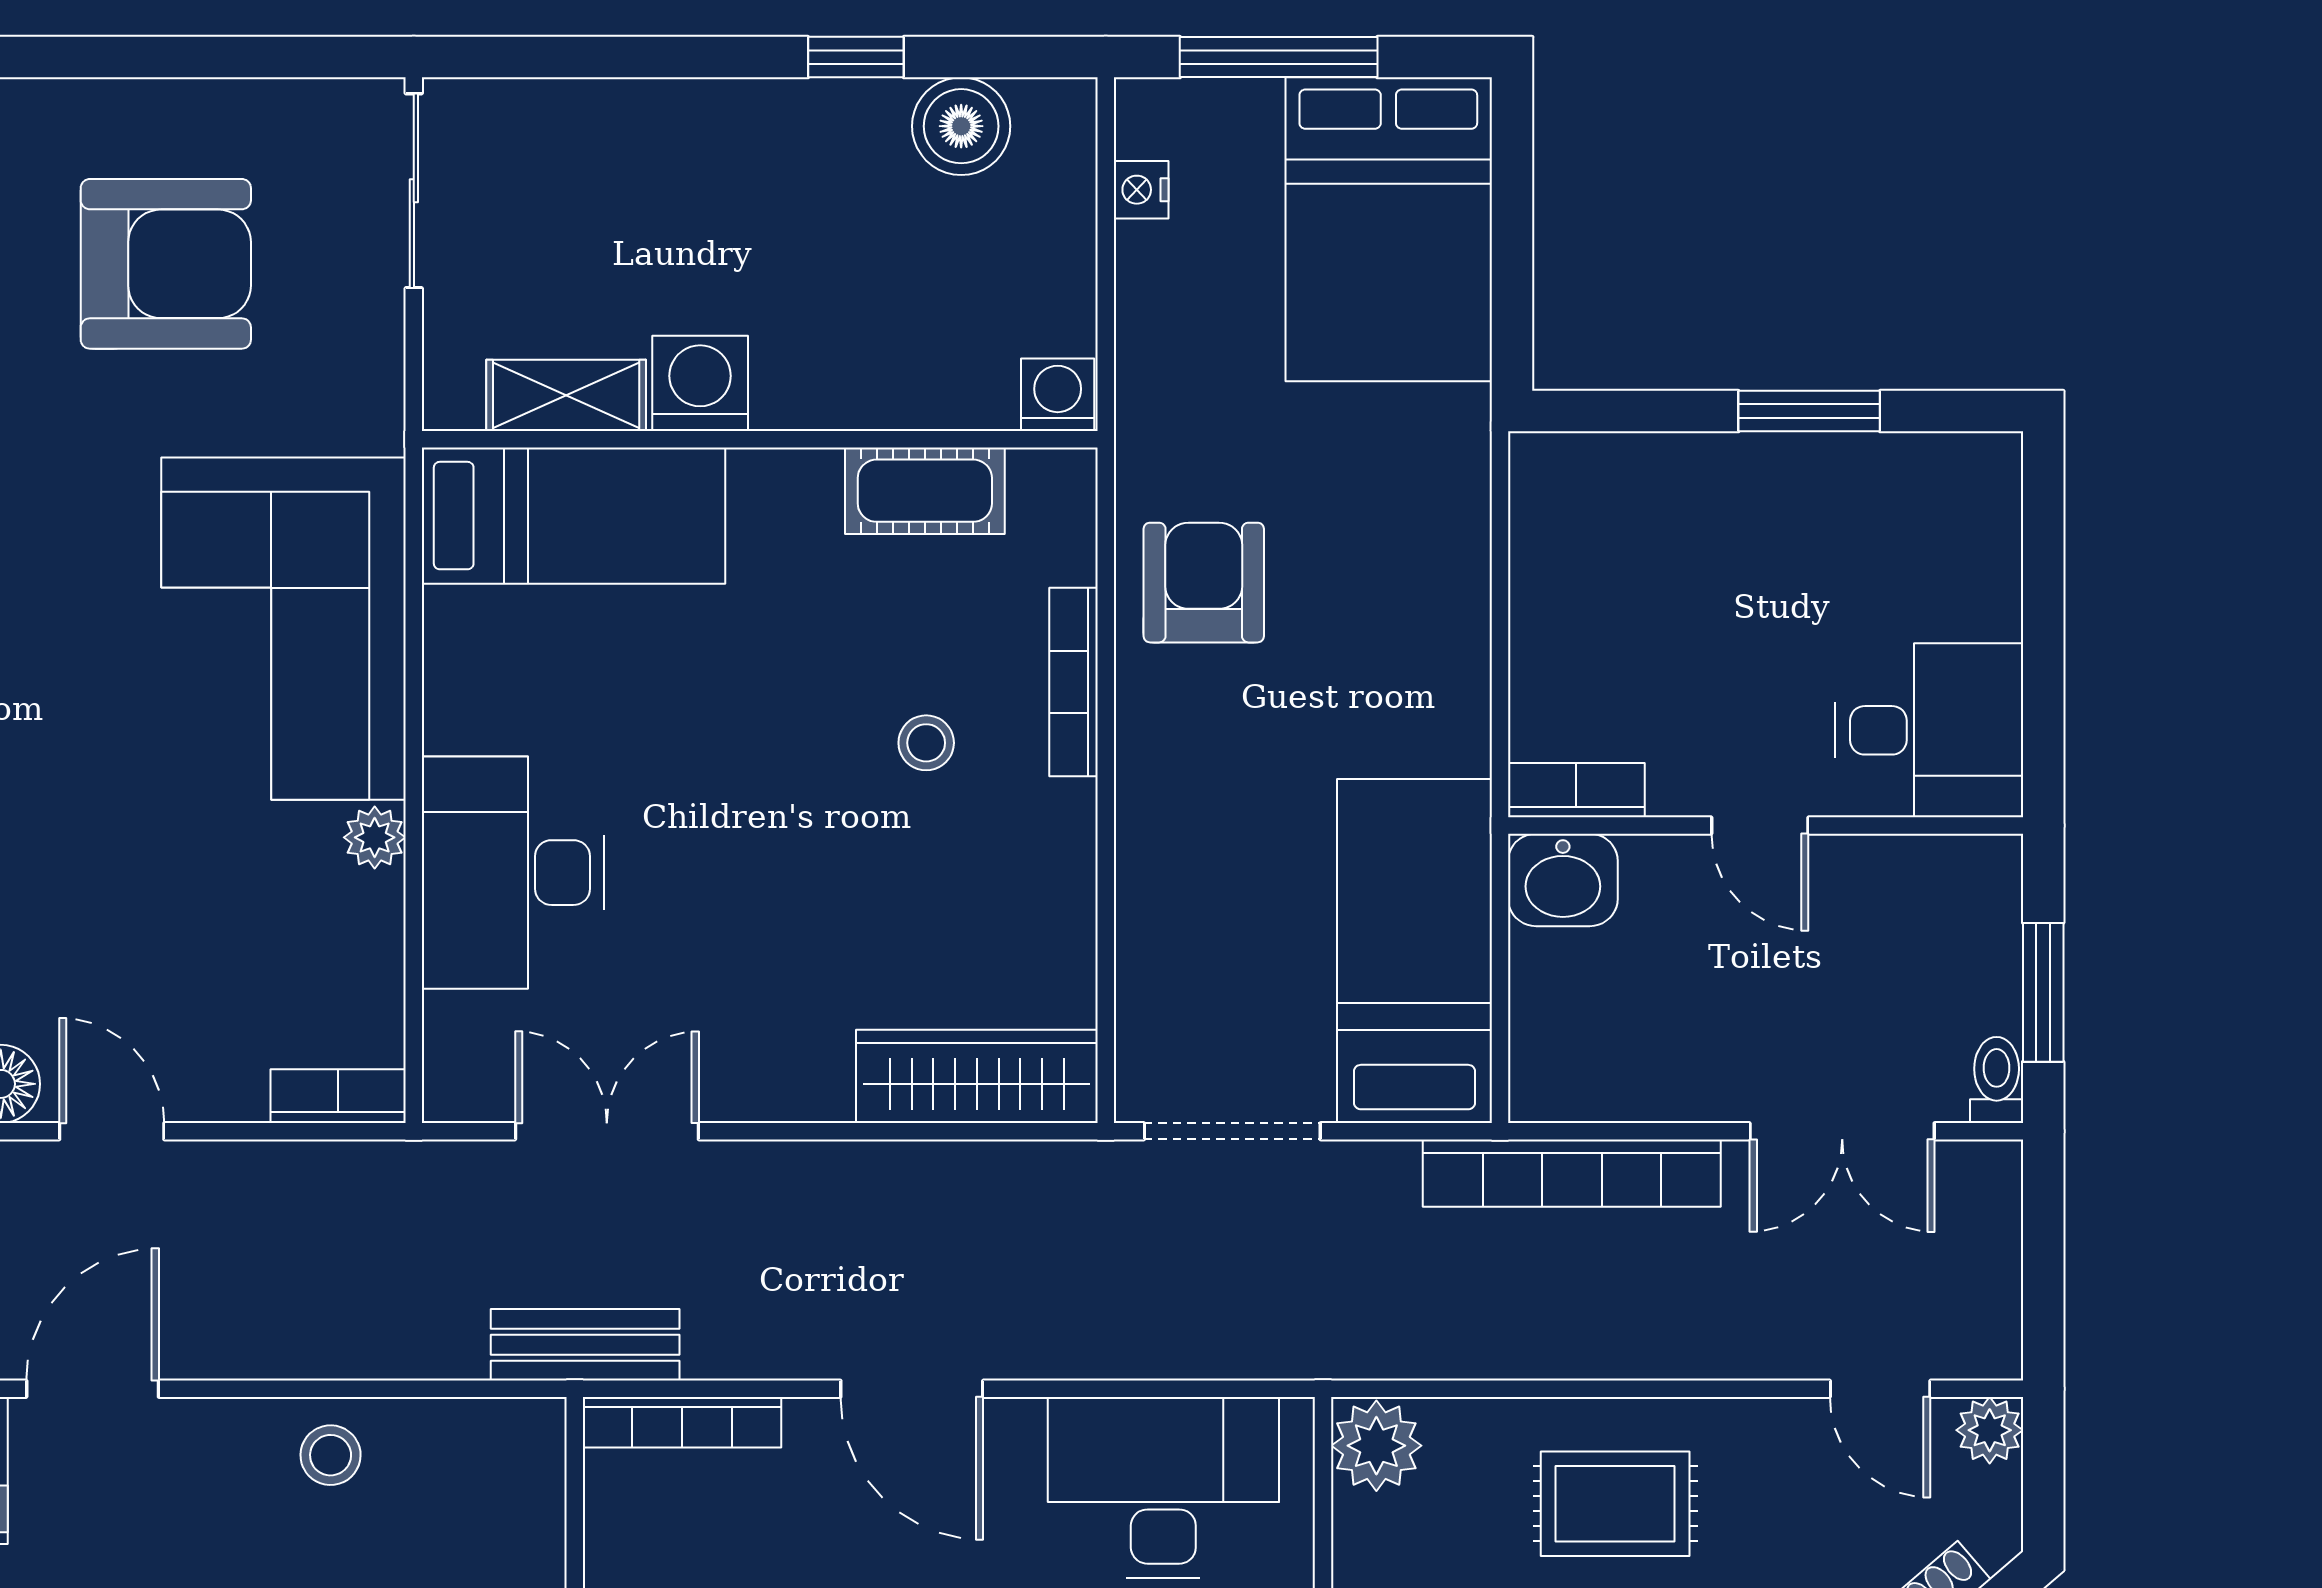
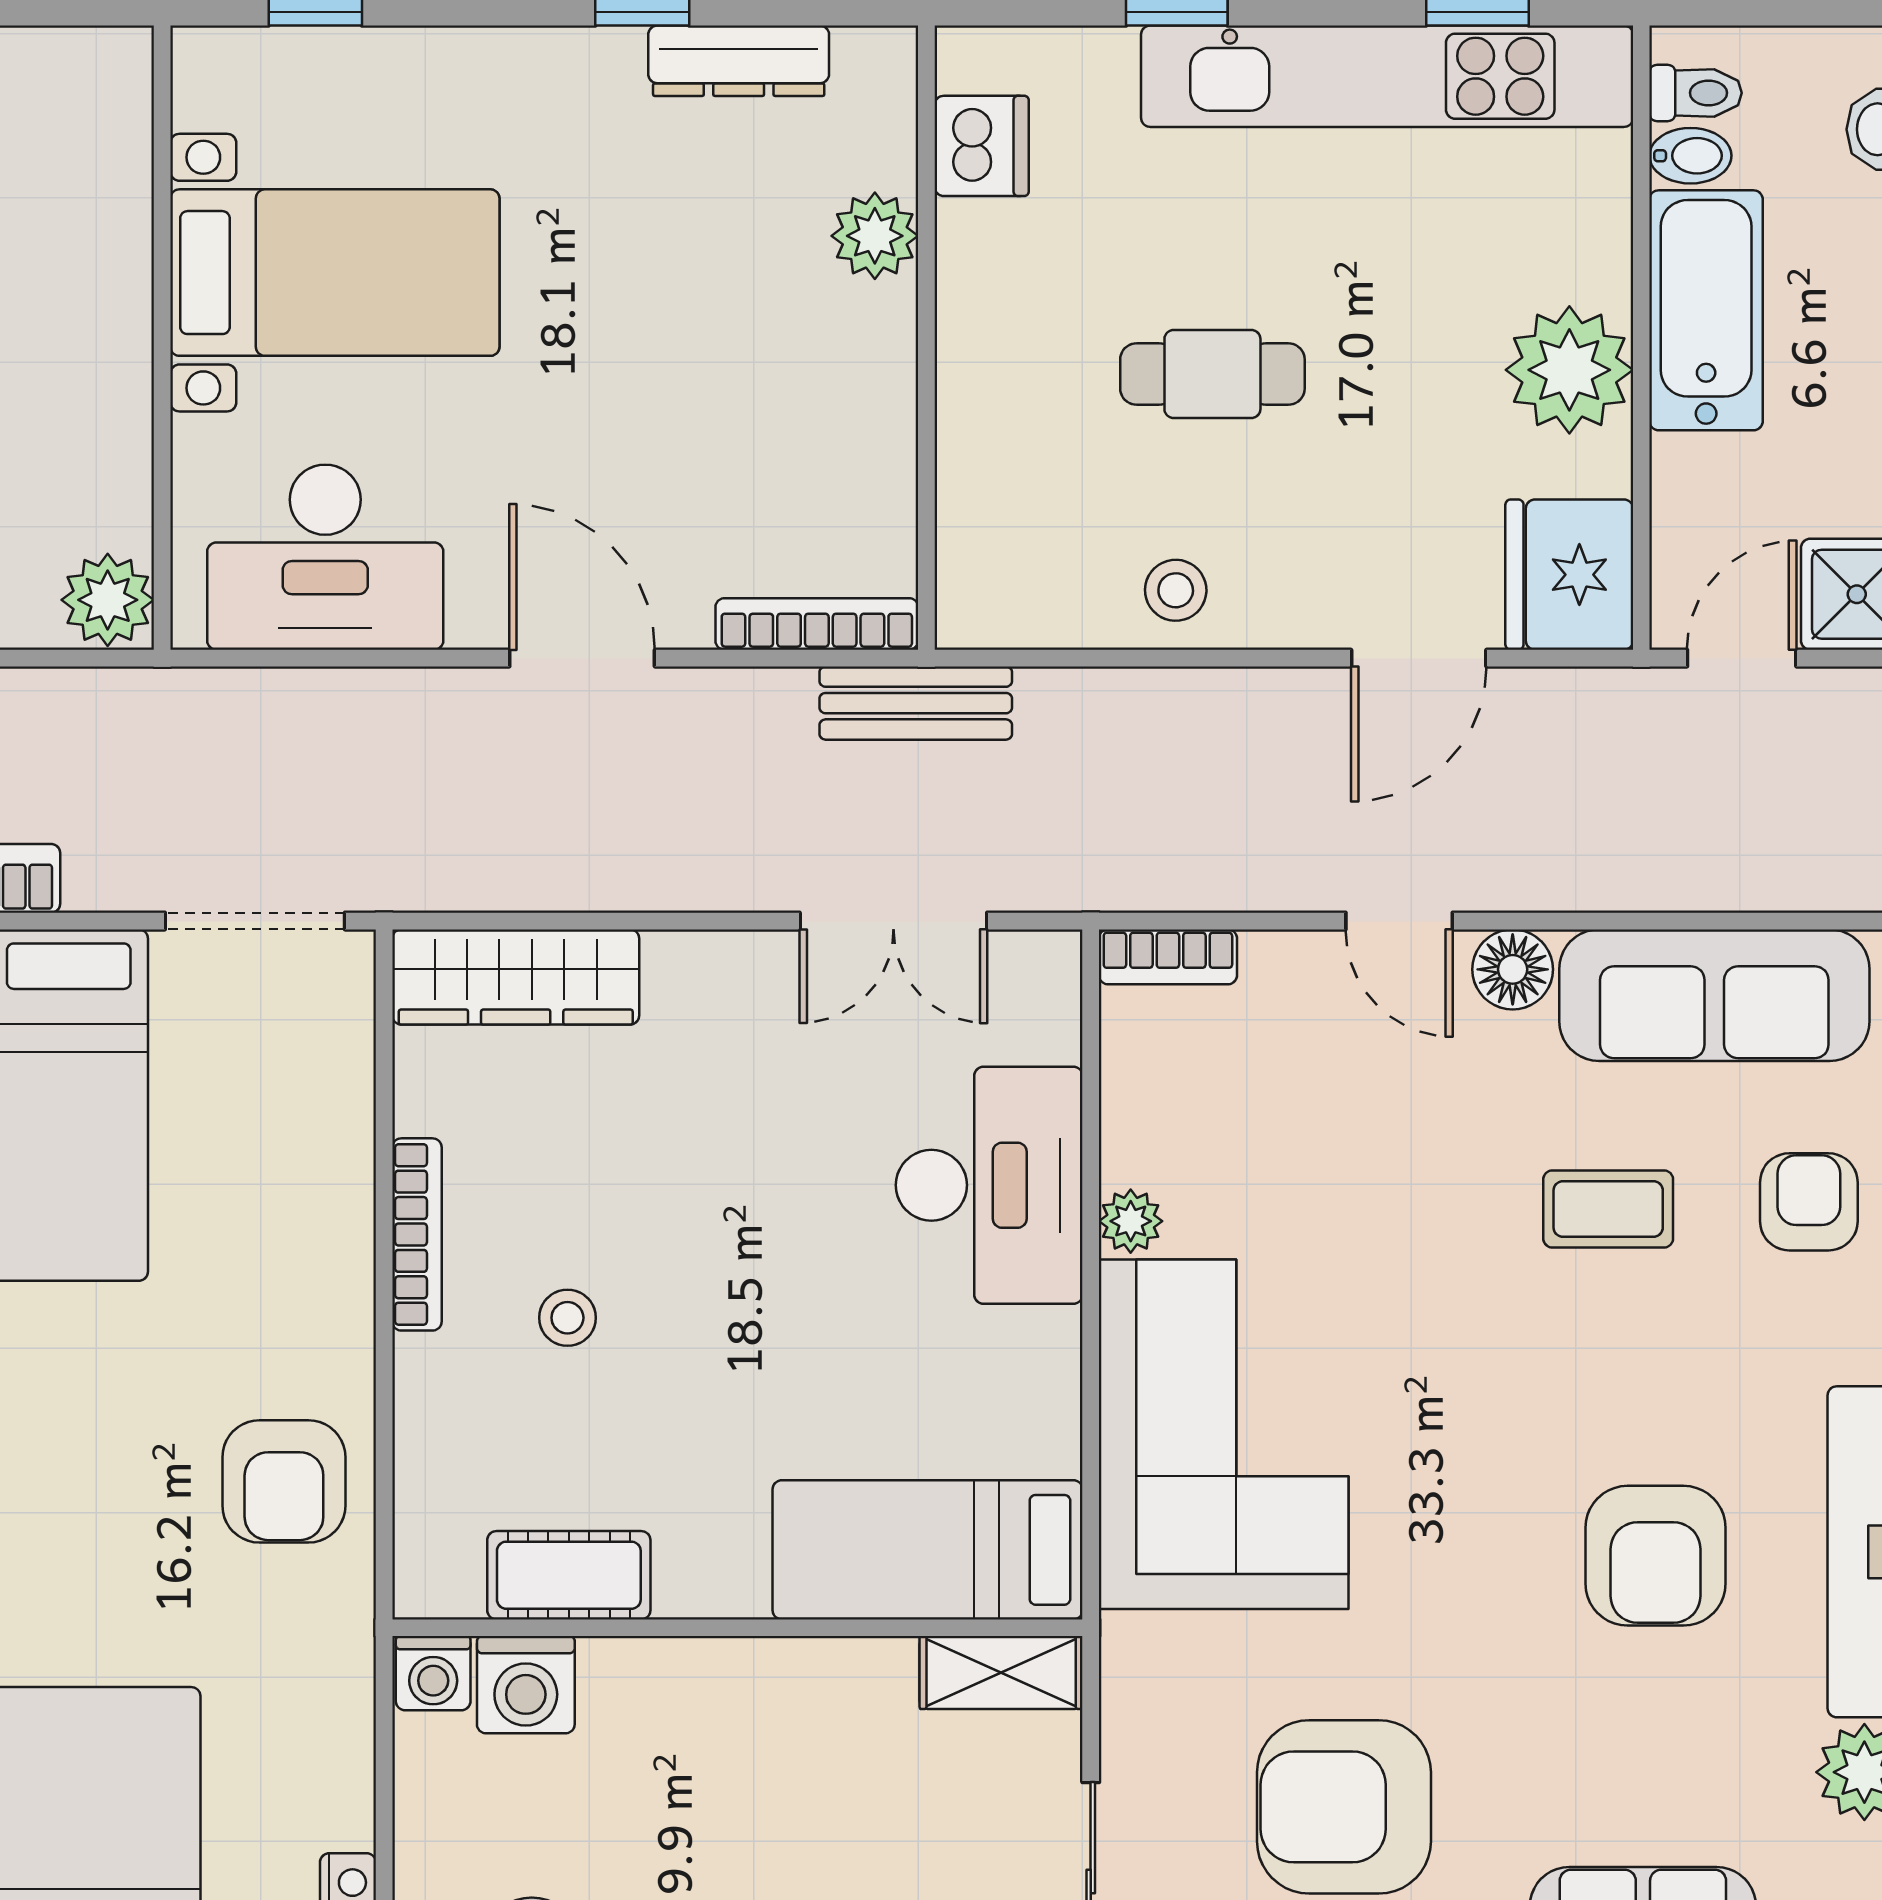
washing machine: (700, 383) -> (526, 1685), moved
shelving: (566, 395) -> (1001, 1673), moved
bookcase: (1074, 682) -> (417, 1234), moved

